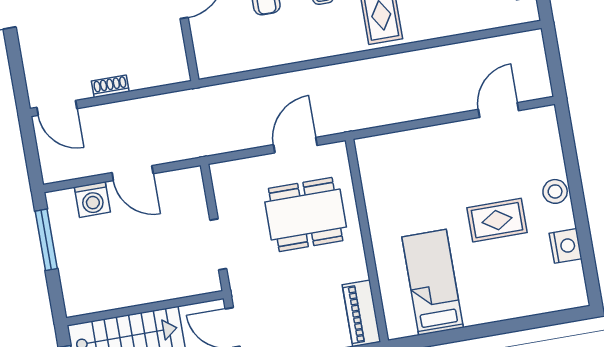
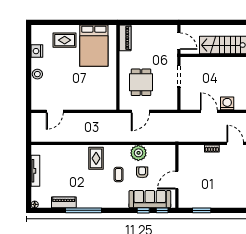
plant: (283, 46) -> (138, 153), added
dining table: (306, 215) -> (141, 82), width x0.73
rug: (497, 220) -> (65, 40), moved
bed: (433, 282) -> (94, 46), width x1.50

